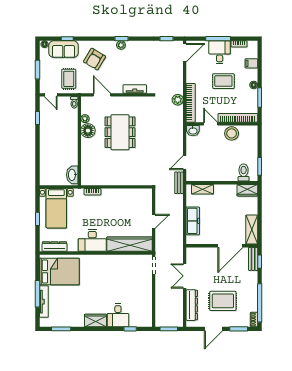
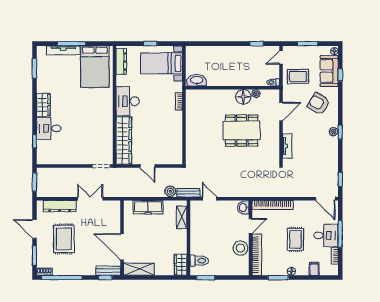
plant: (178, 100) -> (170, 191), moved

